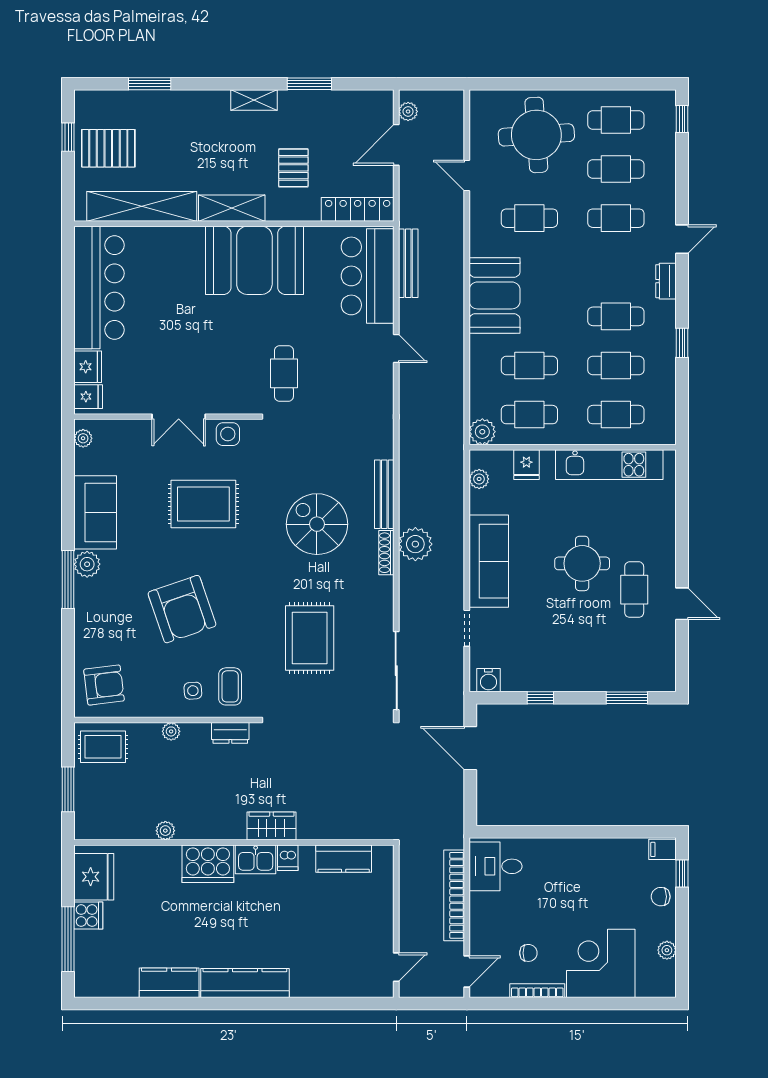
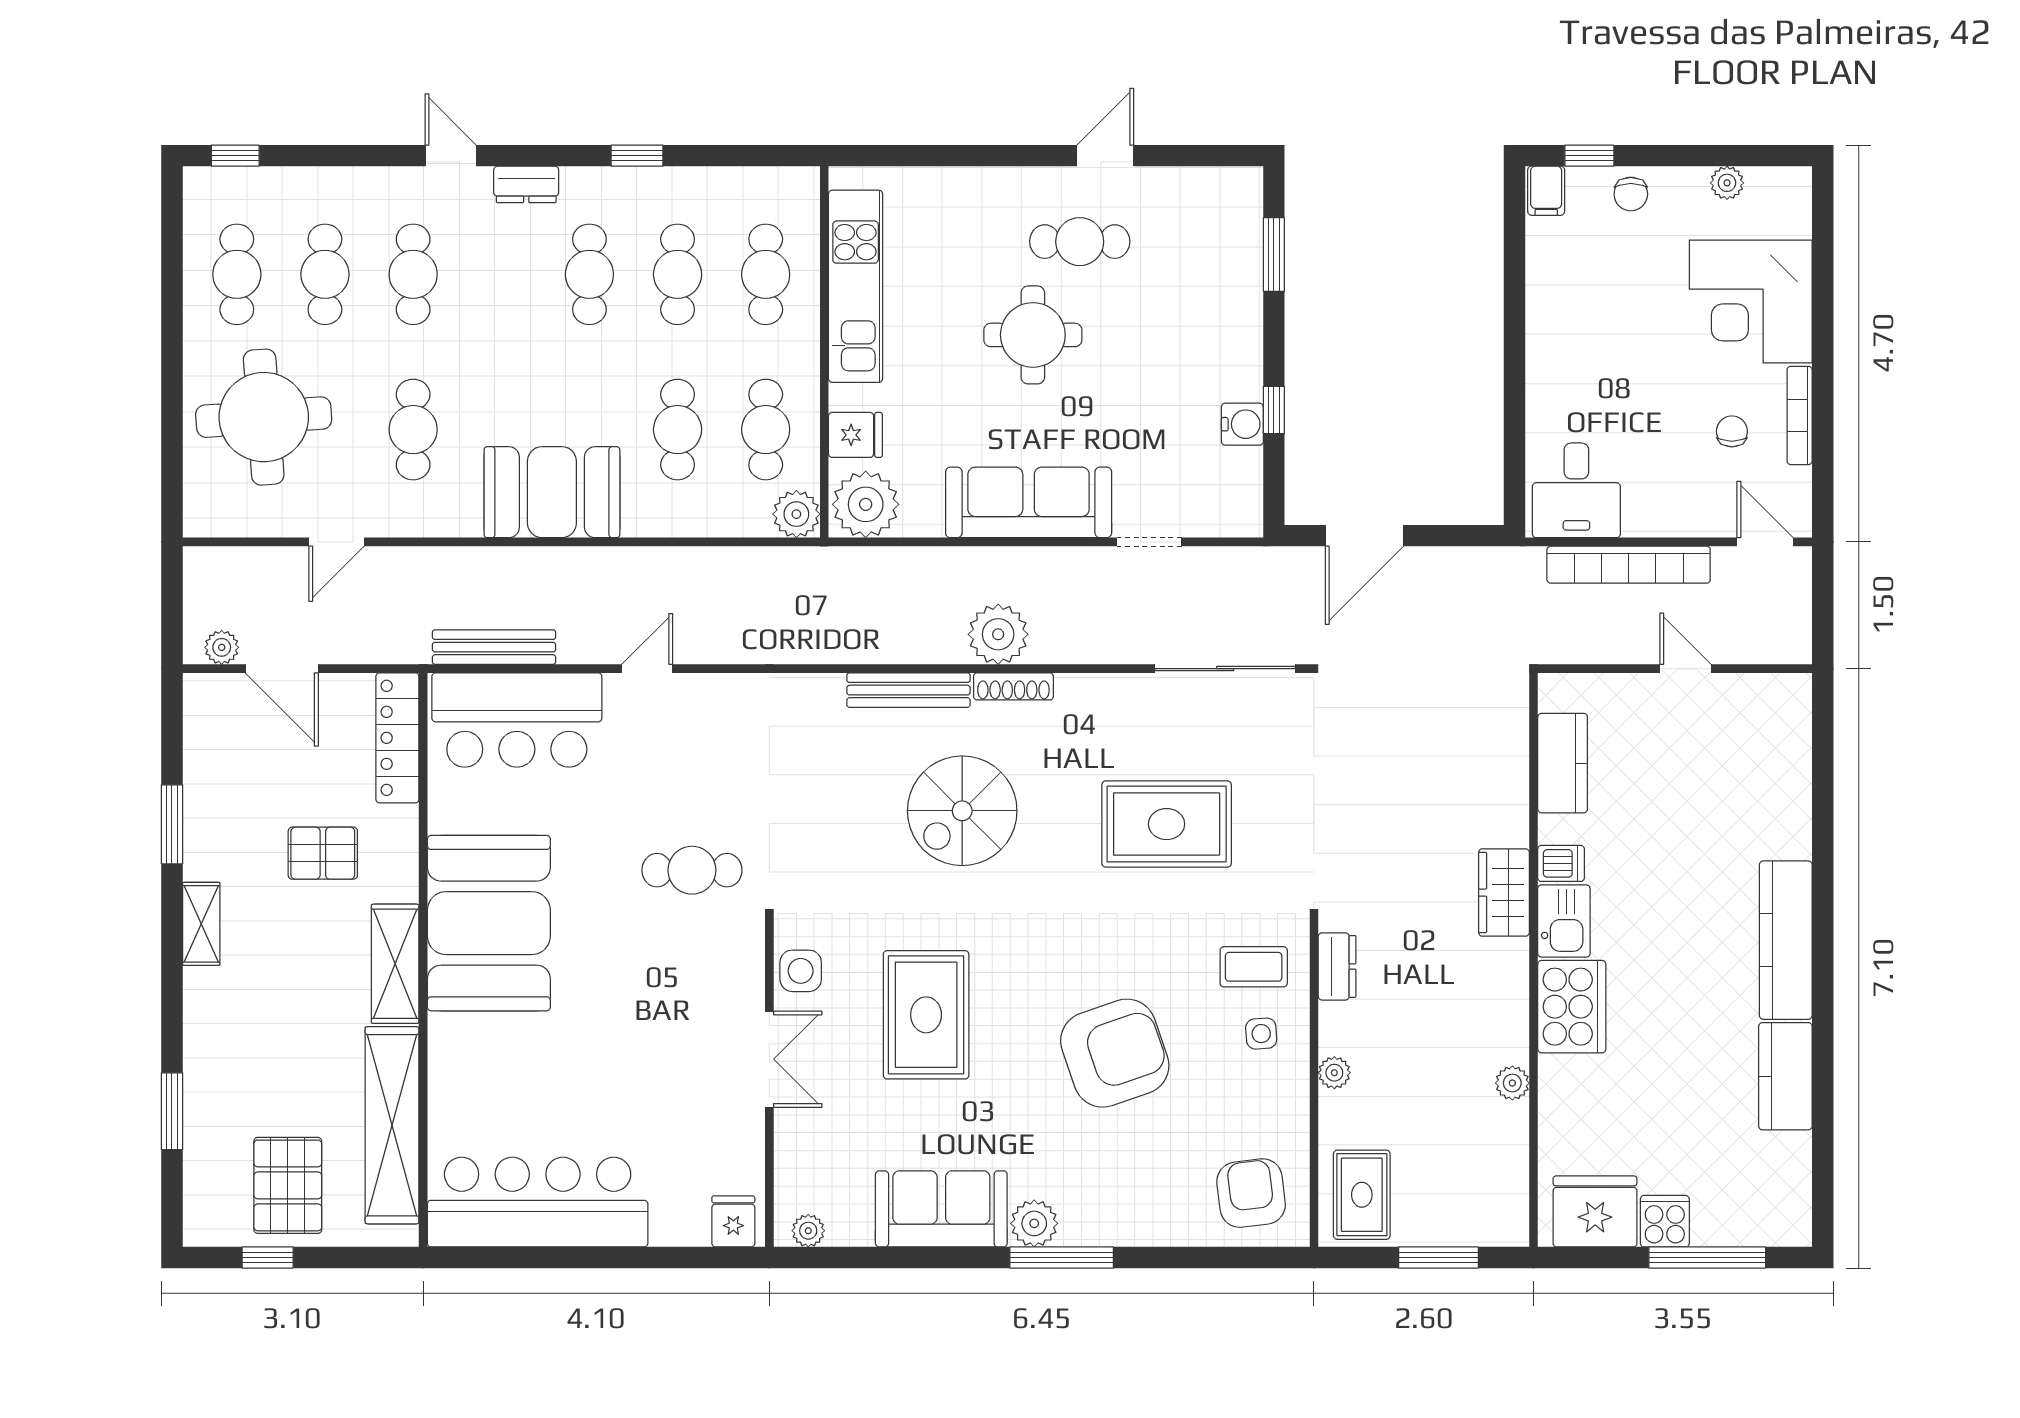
fridge: (88, 367) -> (680, 1222), removed
plant: (479, 479) -> (866, 504), width x1.88, depth x1.88
water cooler: (488, 680) -> (1242, 424), moved
door: (396, 967) -> (1686, 669), moved

